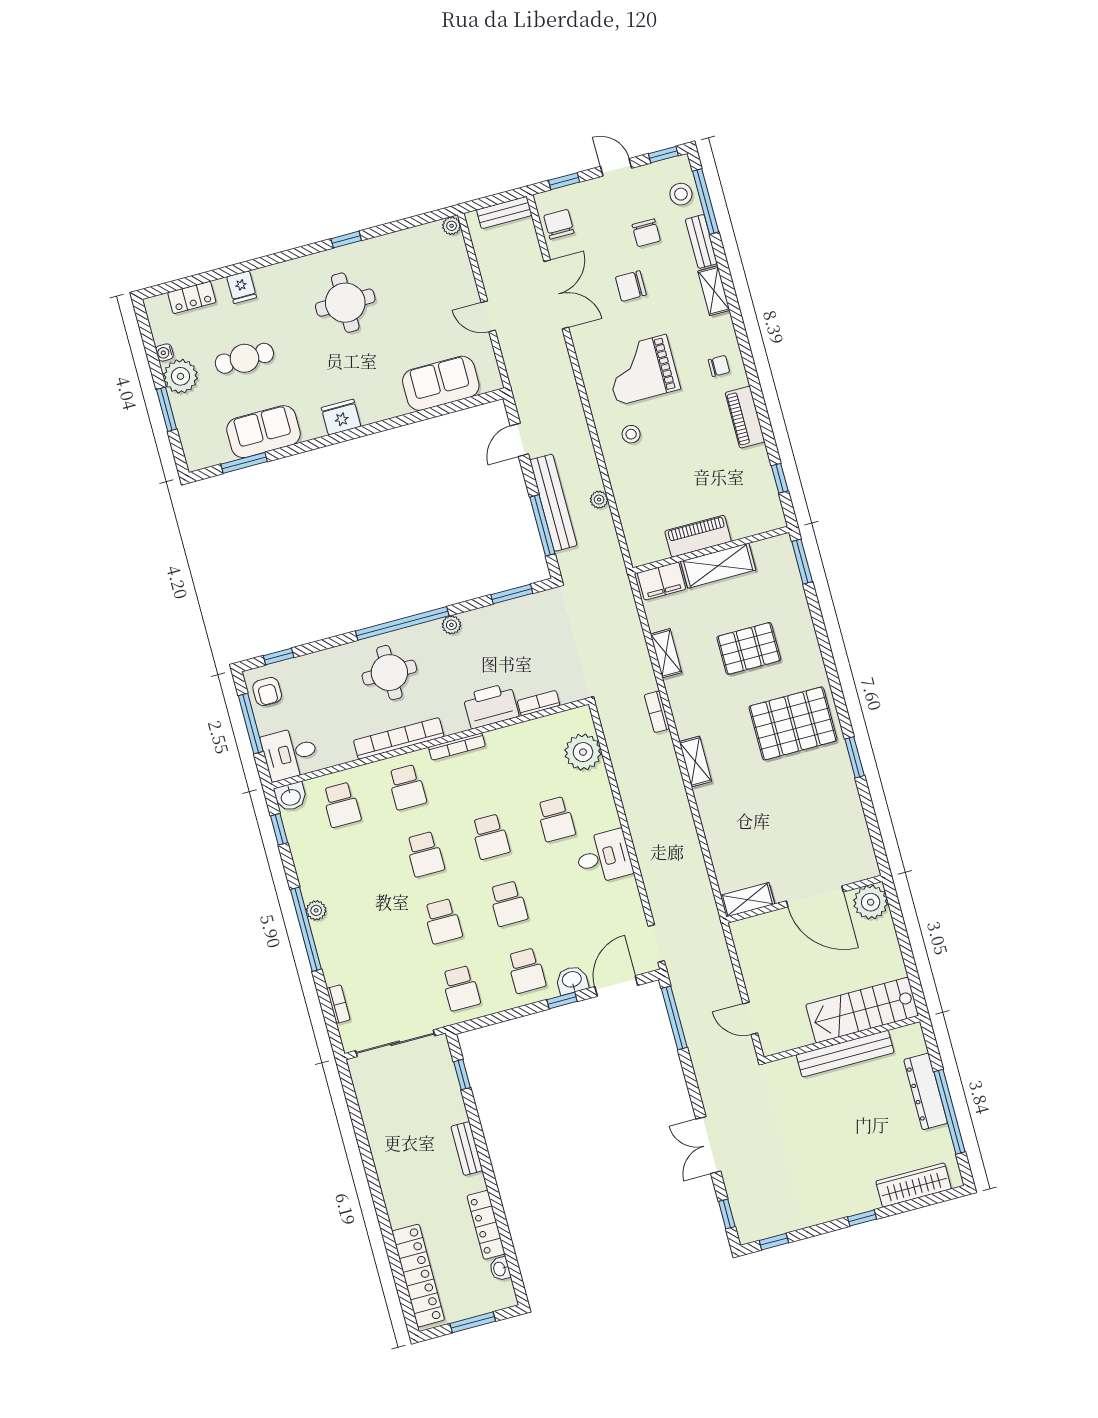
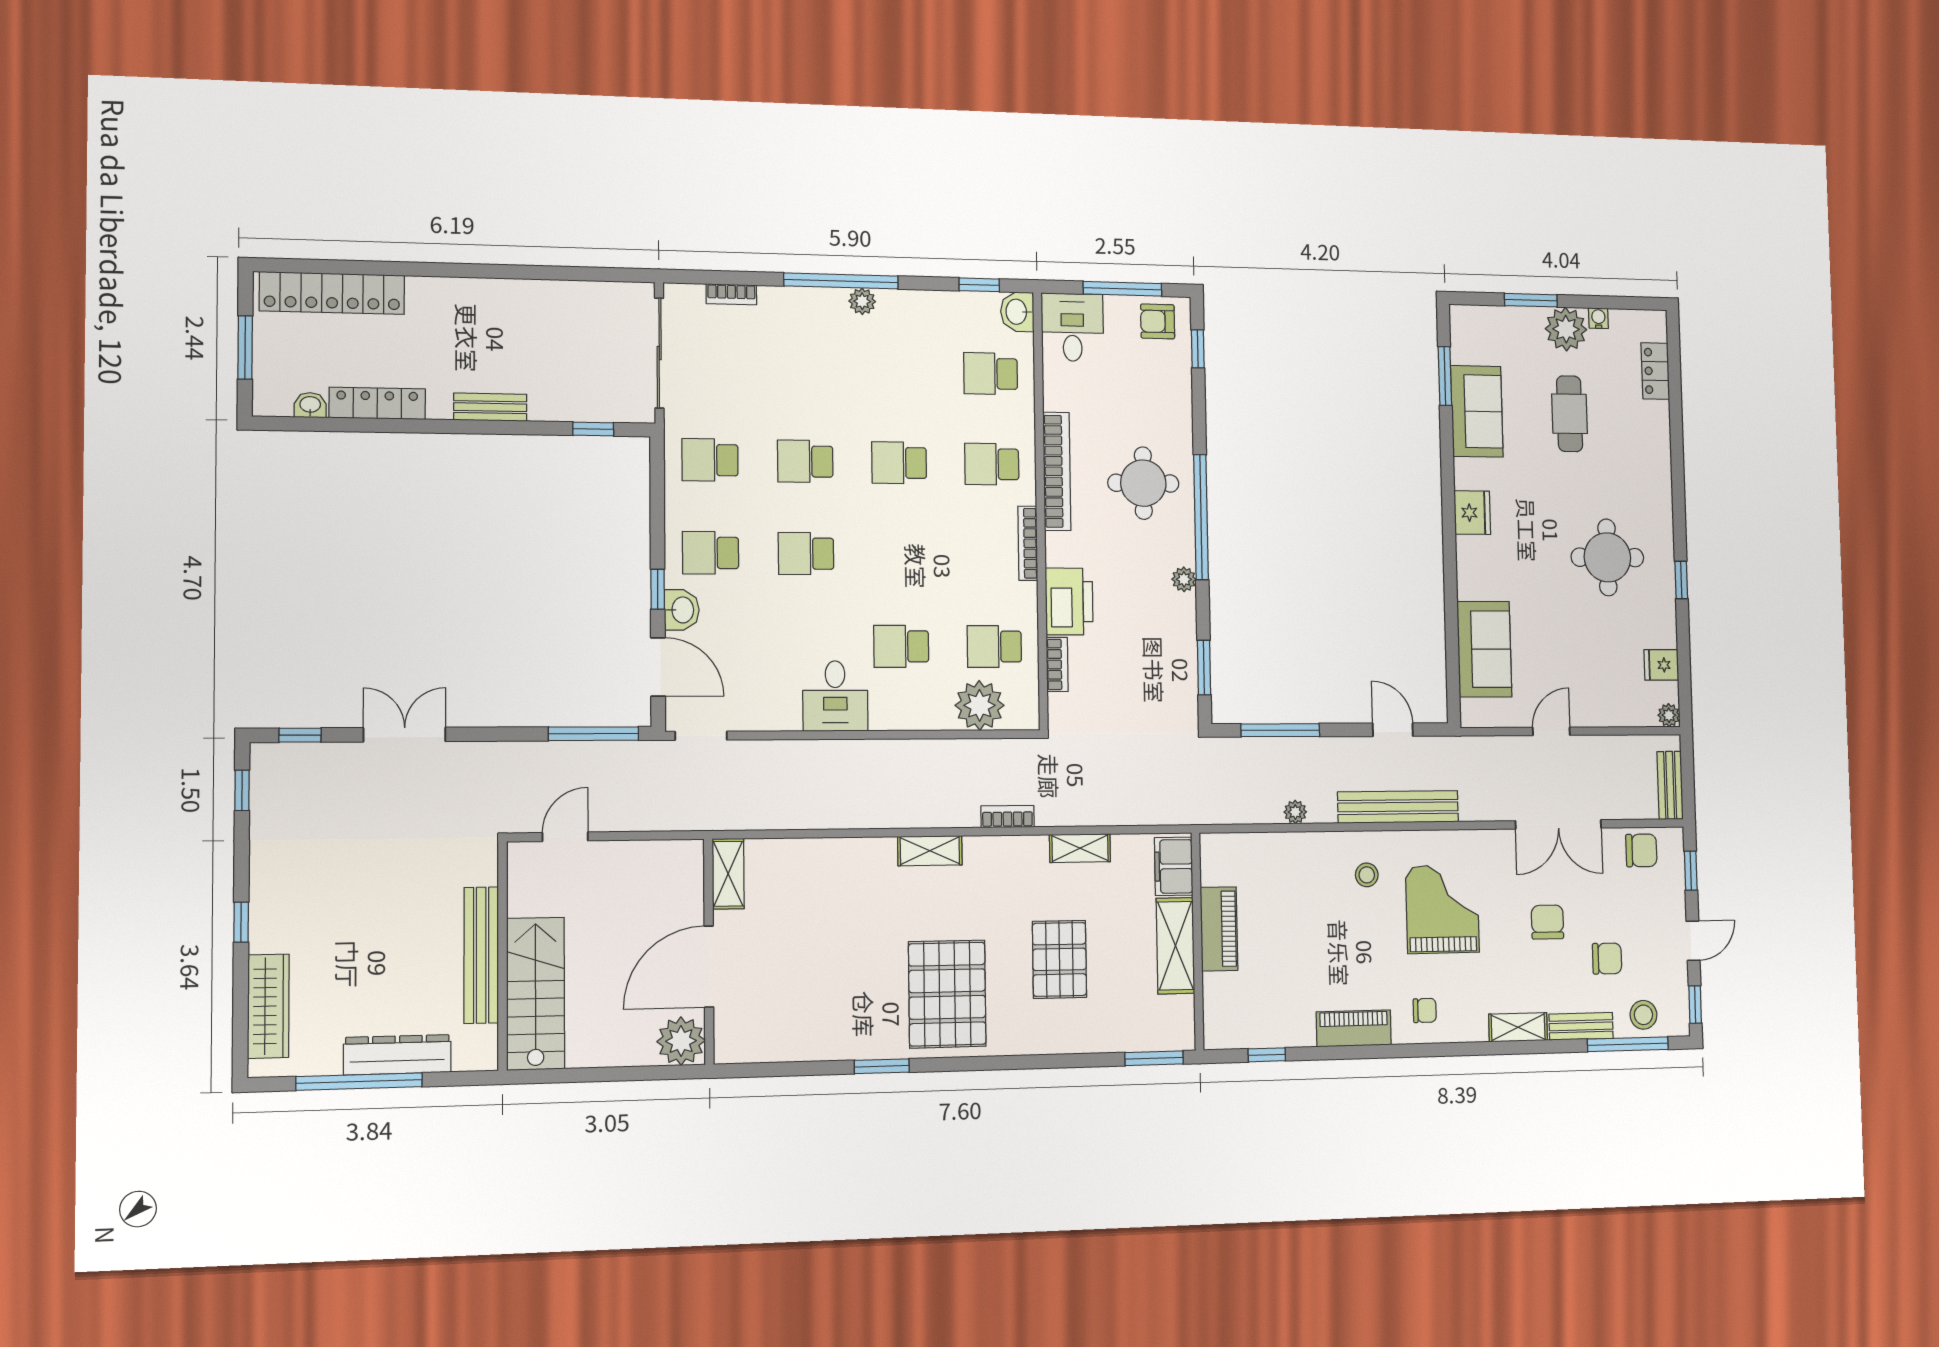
chair: (646, 233) -> (1607, 959), turned 180
fridge: (242, 287) -> (1661, 665), moved
chair: (719, 366) -> (1425, 1010), turned -90
bench: (553, 503) -> (1398, 807), moved
school desk: (490, 837) -> (994, 646), moved

